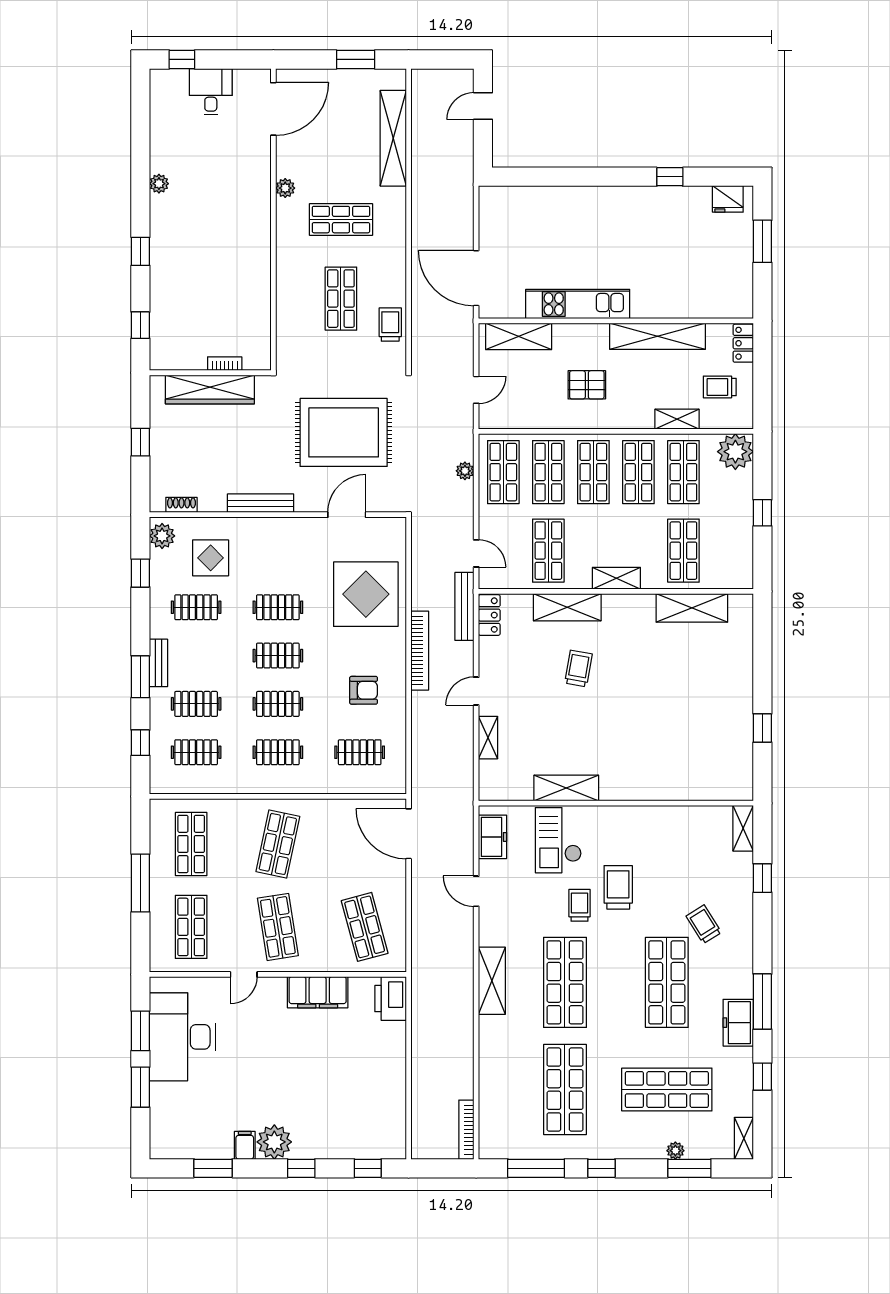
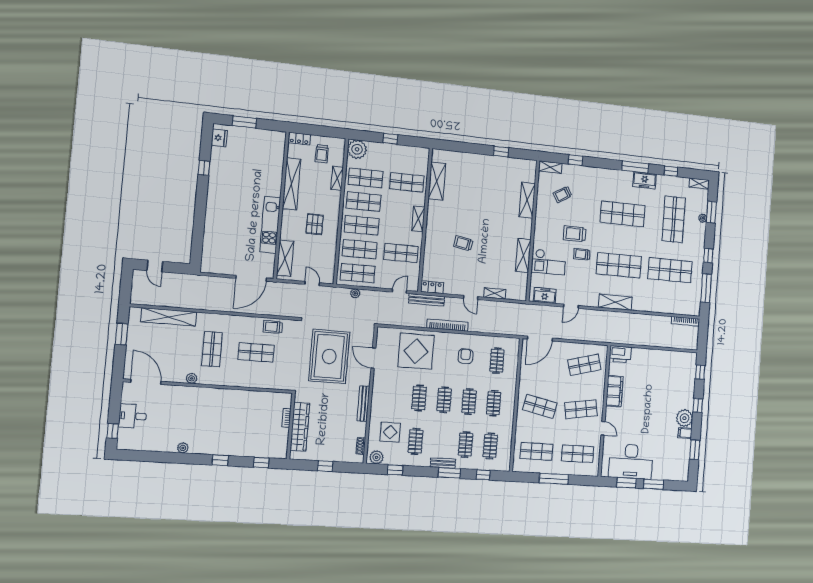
shelving: (567, 607) -> (527, 200), moved
trolley: (704, 924) -> (563, 194), moved

